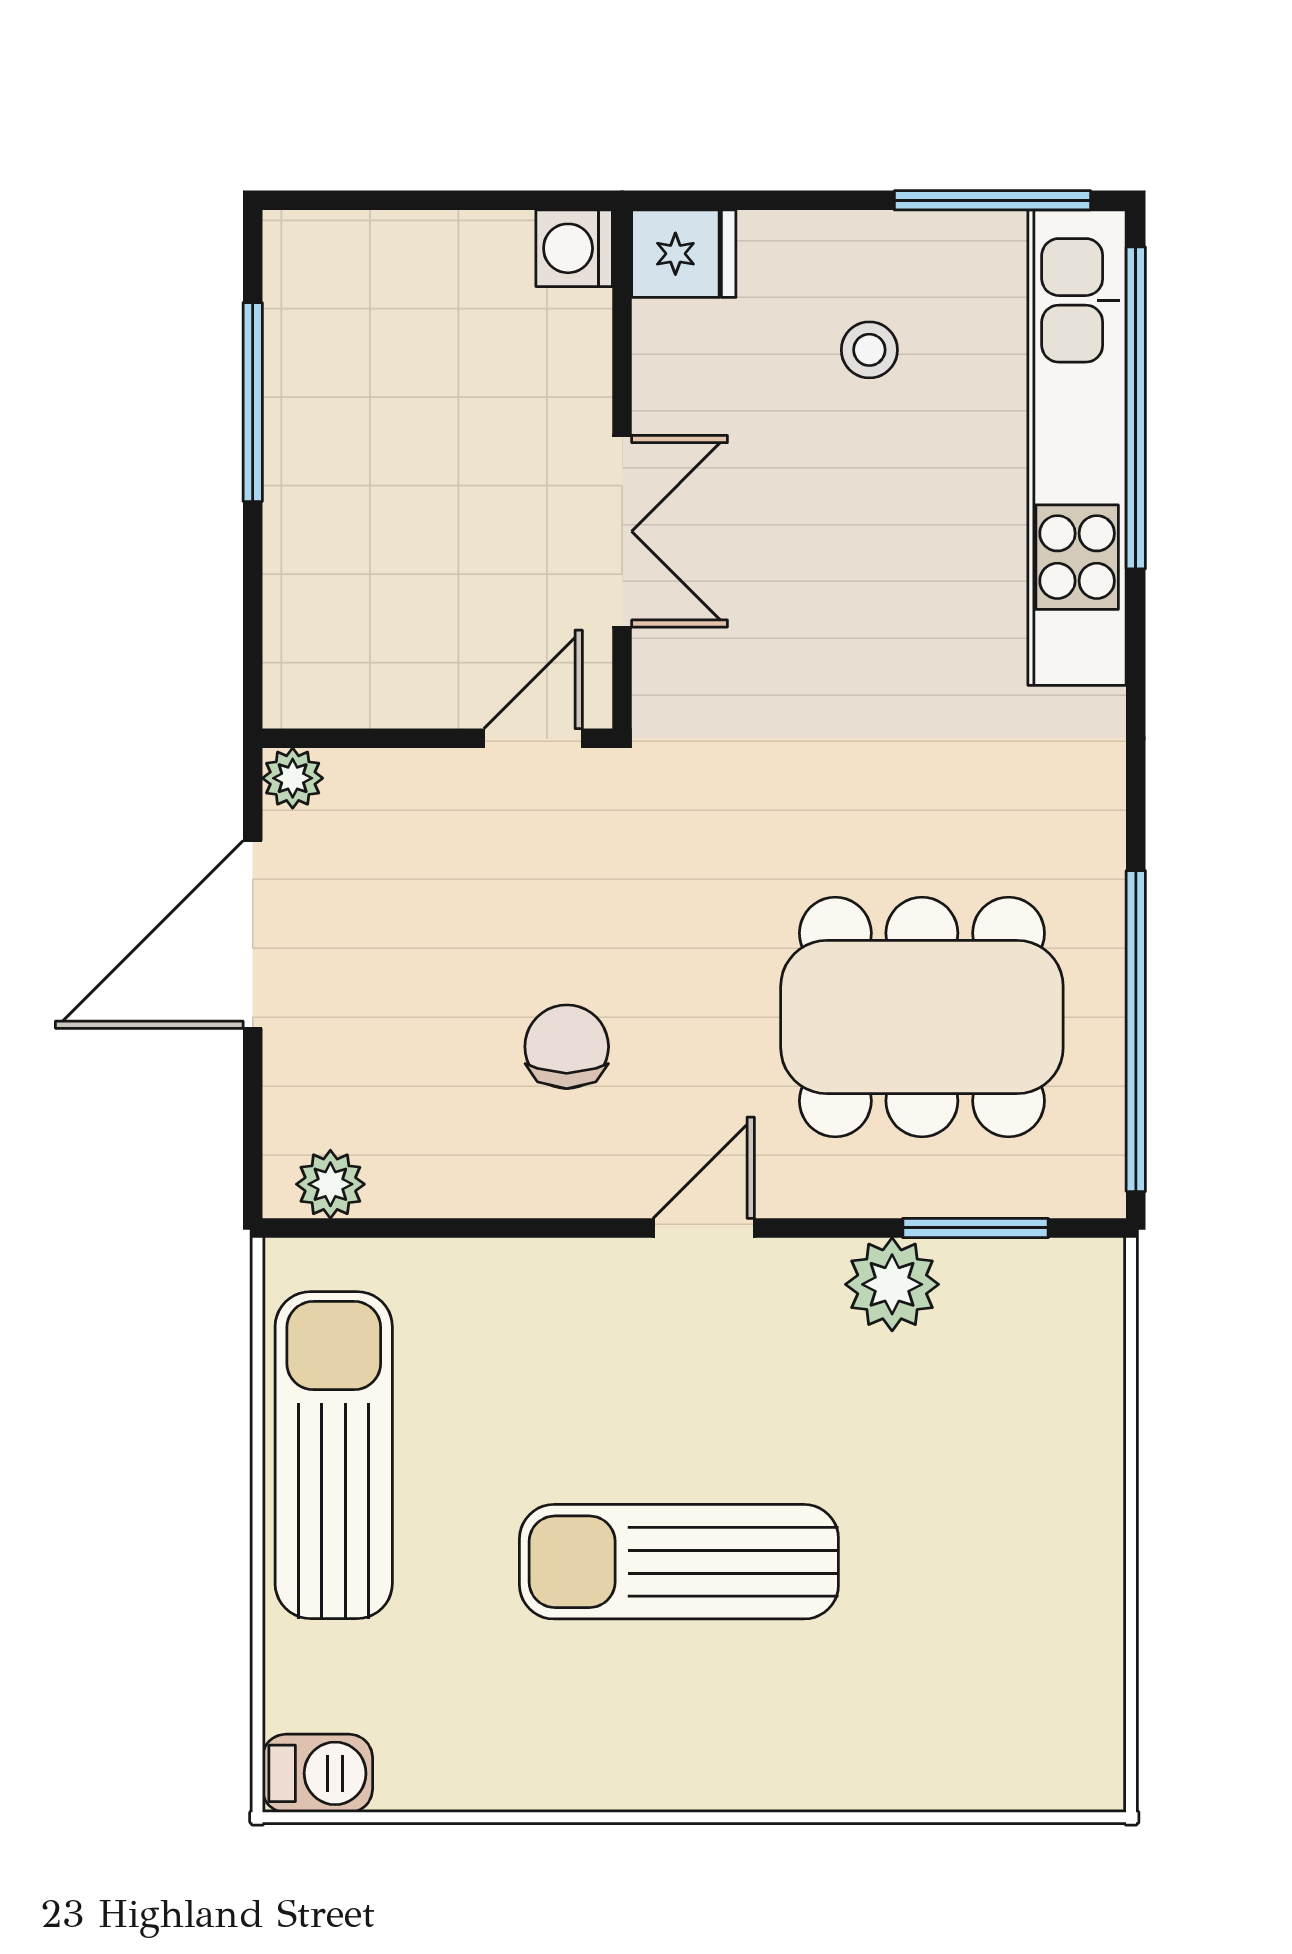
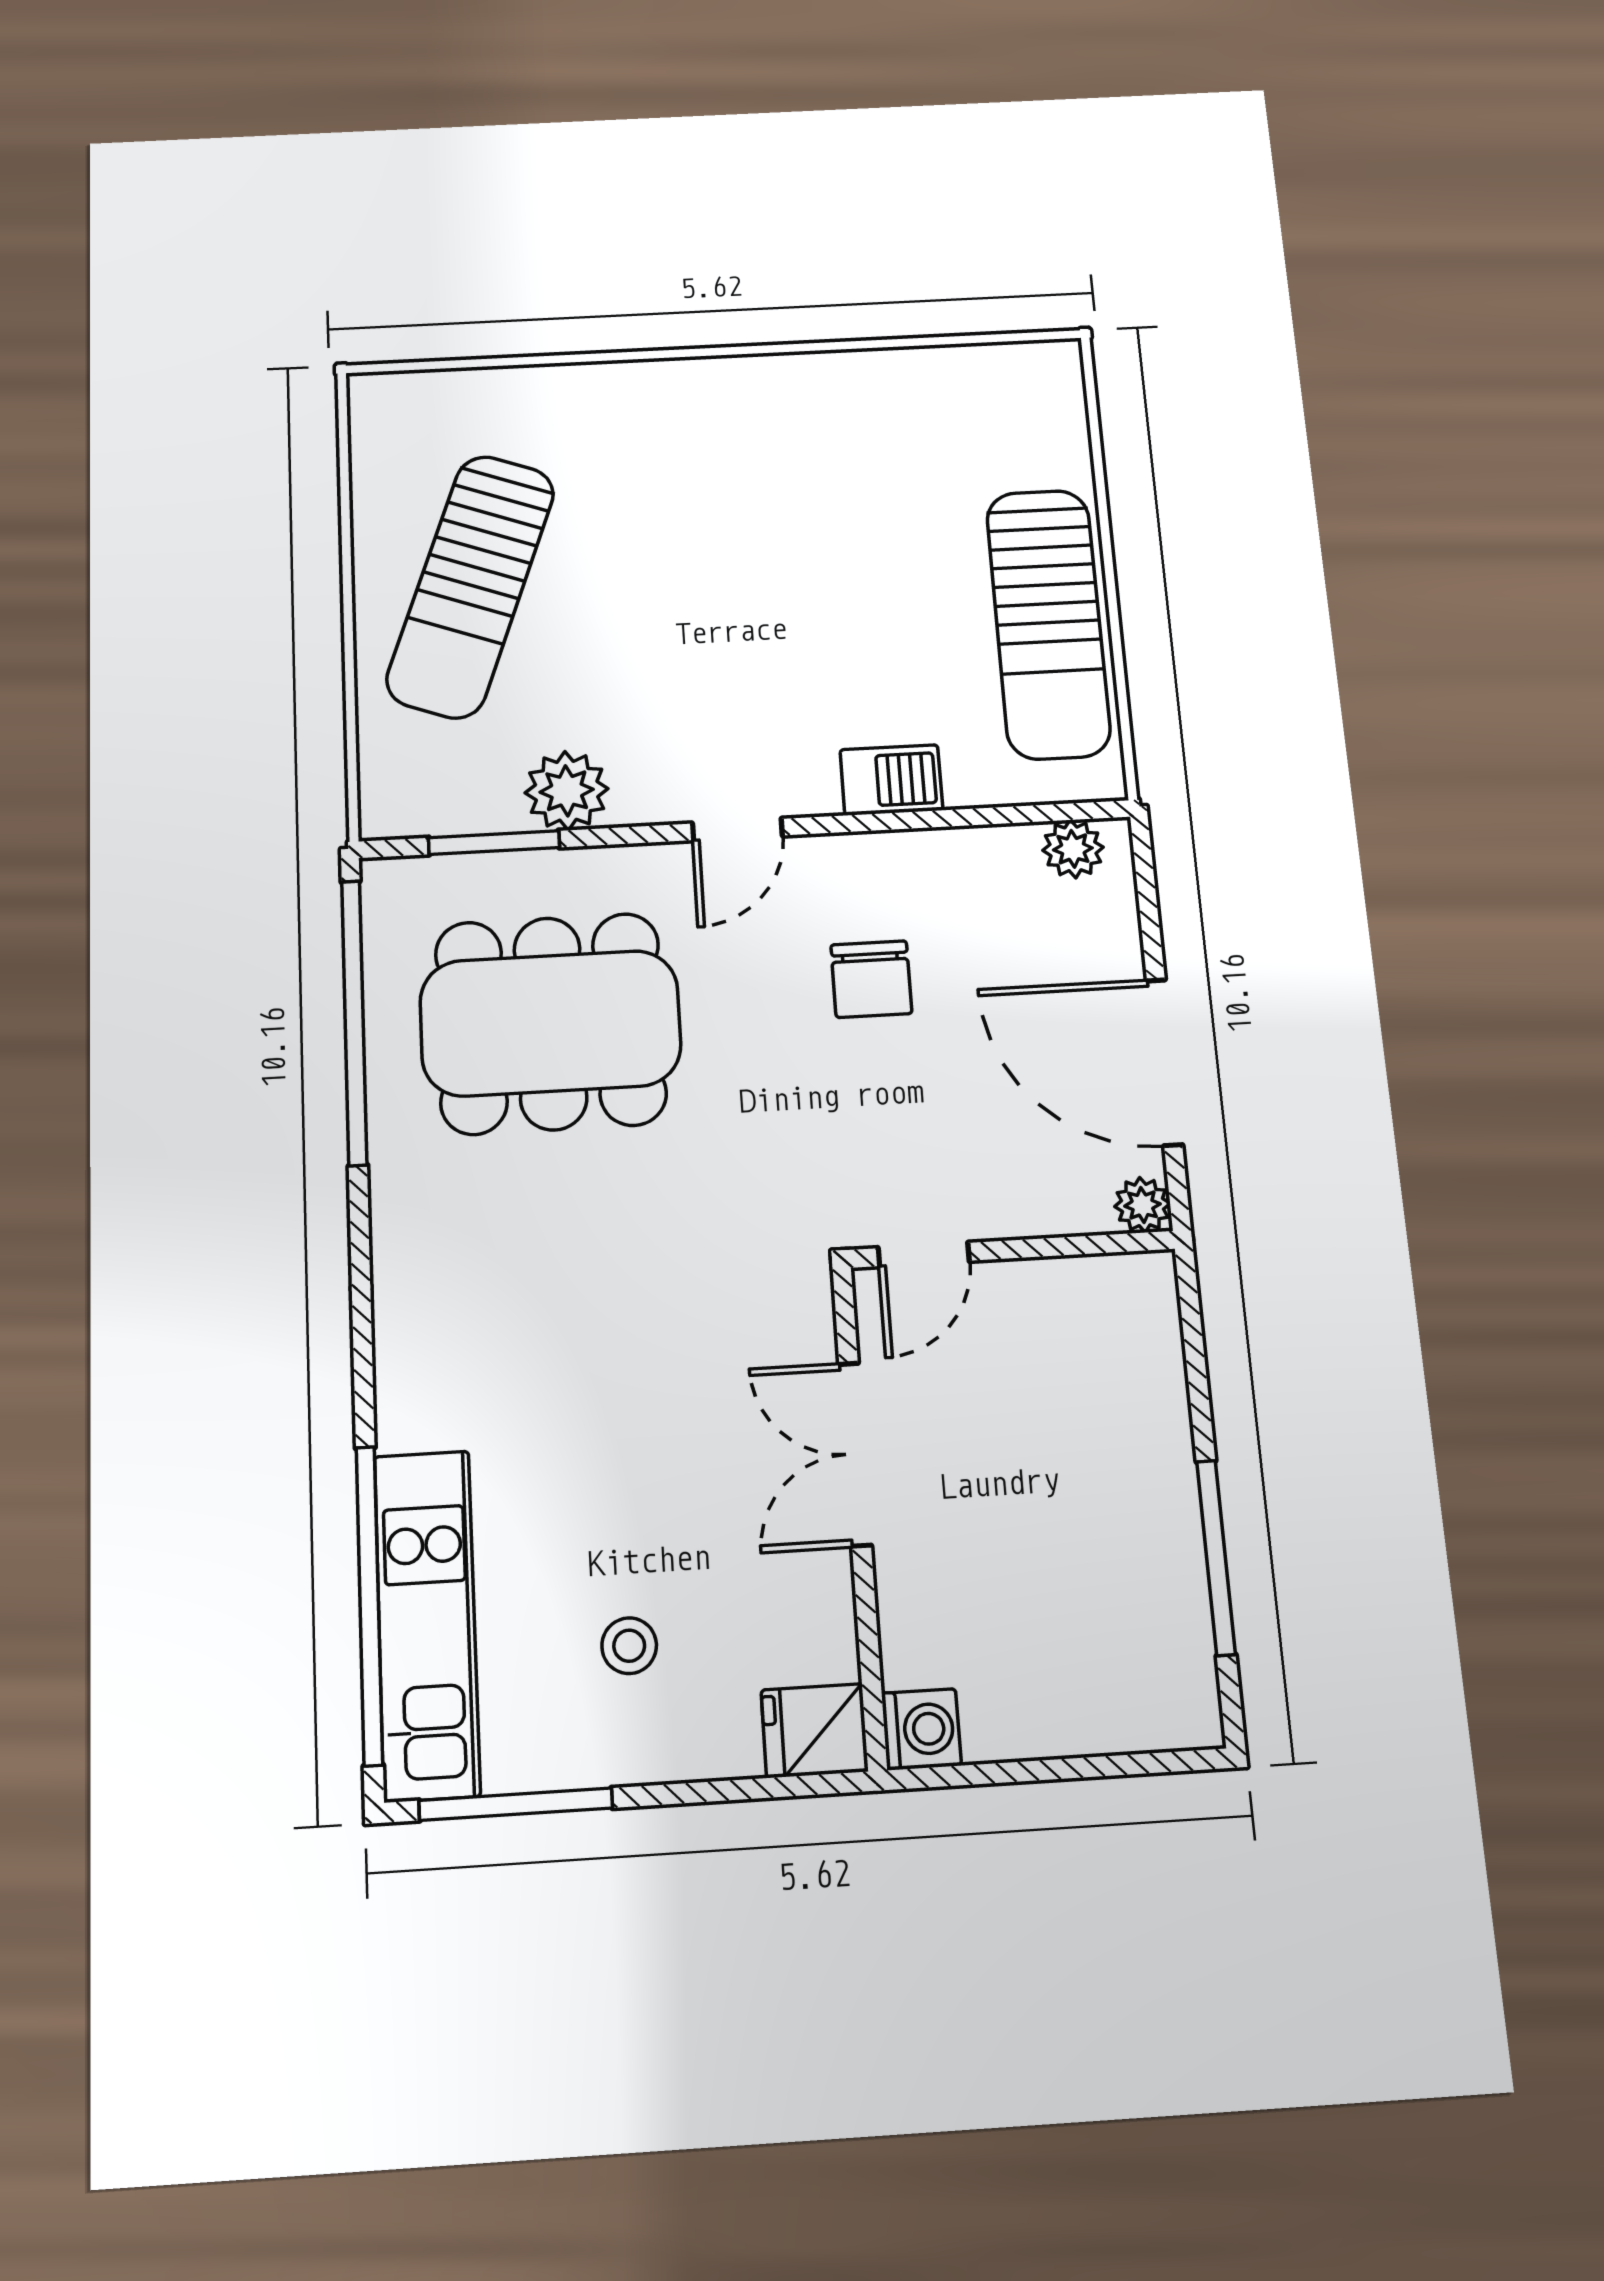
kitchen unit: (1077, 448) -> (427, 1624), width x0.73
door: (253, 934) -> (1164, 1062), swing flipped
sun lounger: (679, 1562) -> (471, 586), moved, turned 110
barbecue: (317, 1773) -> (891, 780), moved, turned 180

